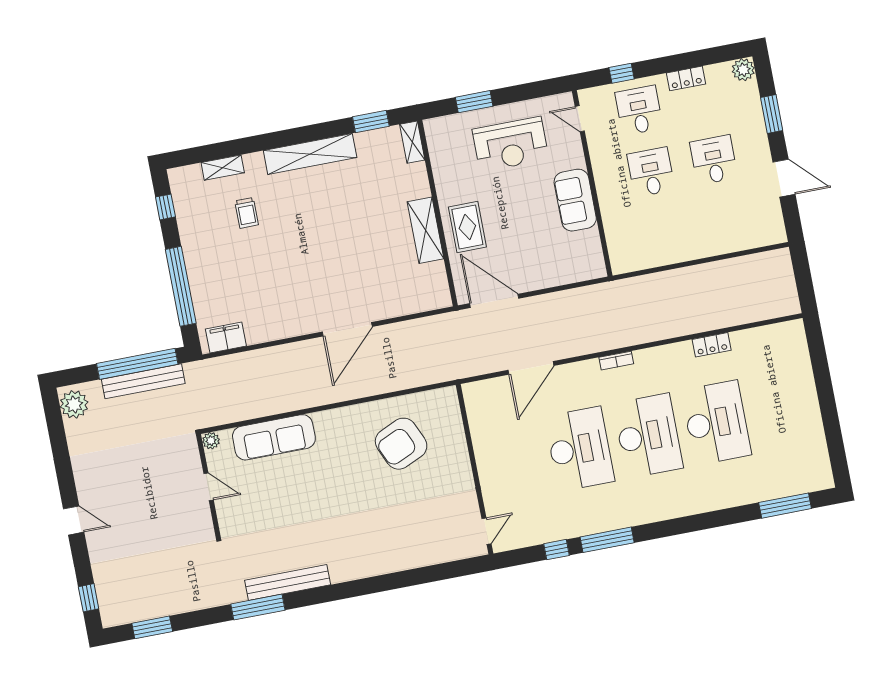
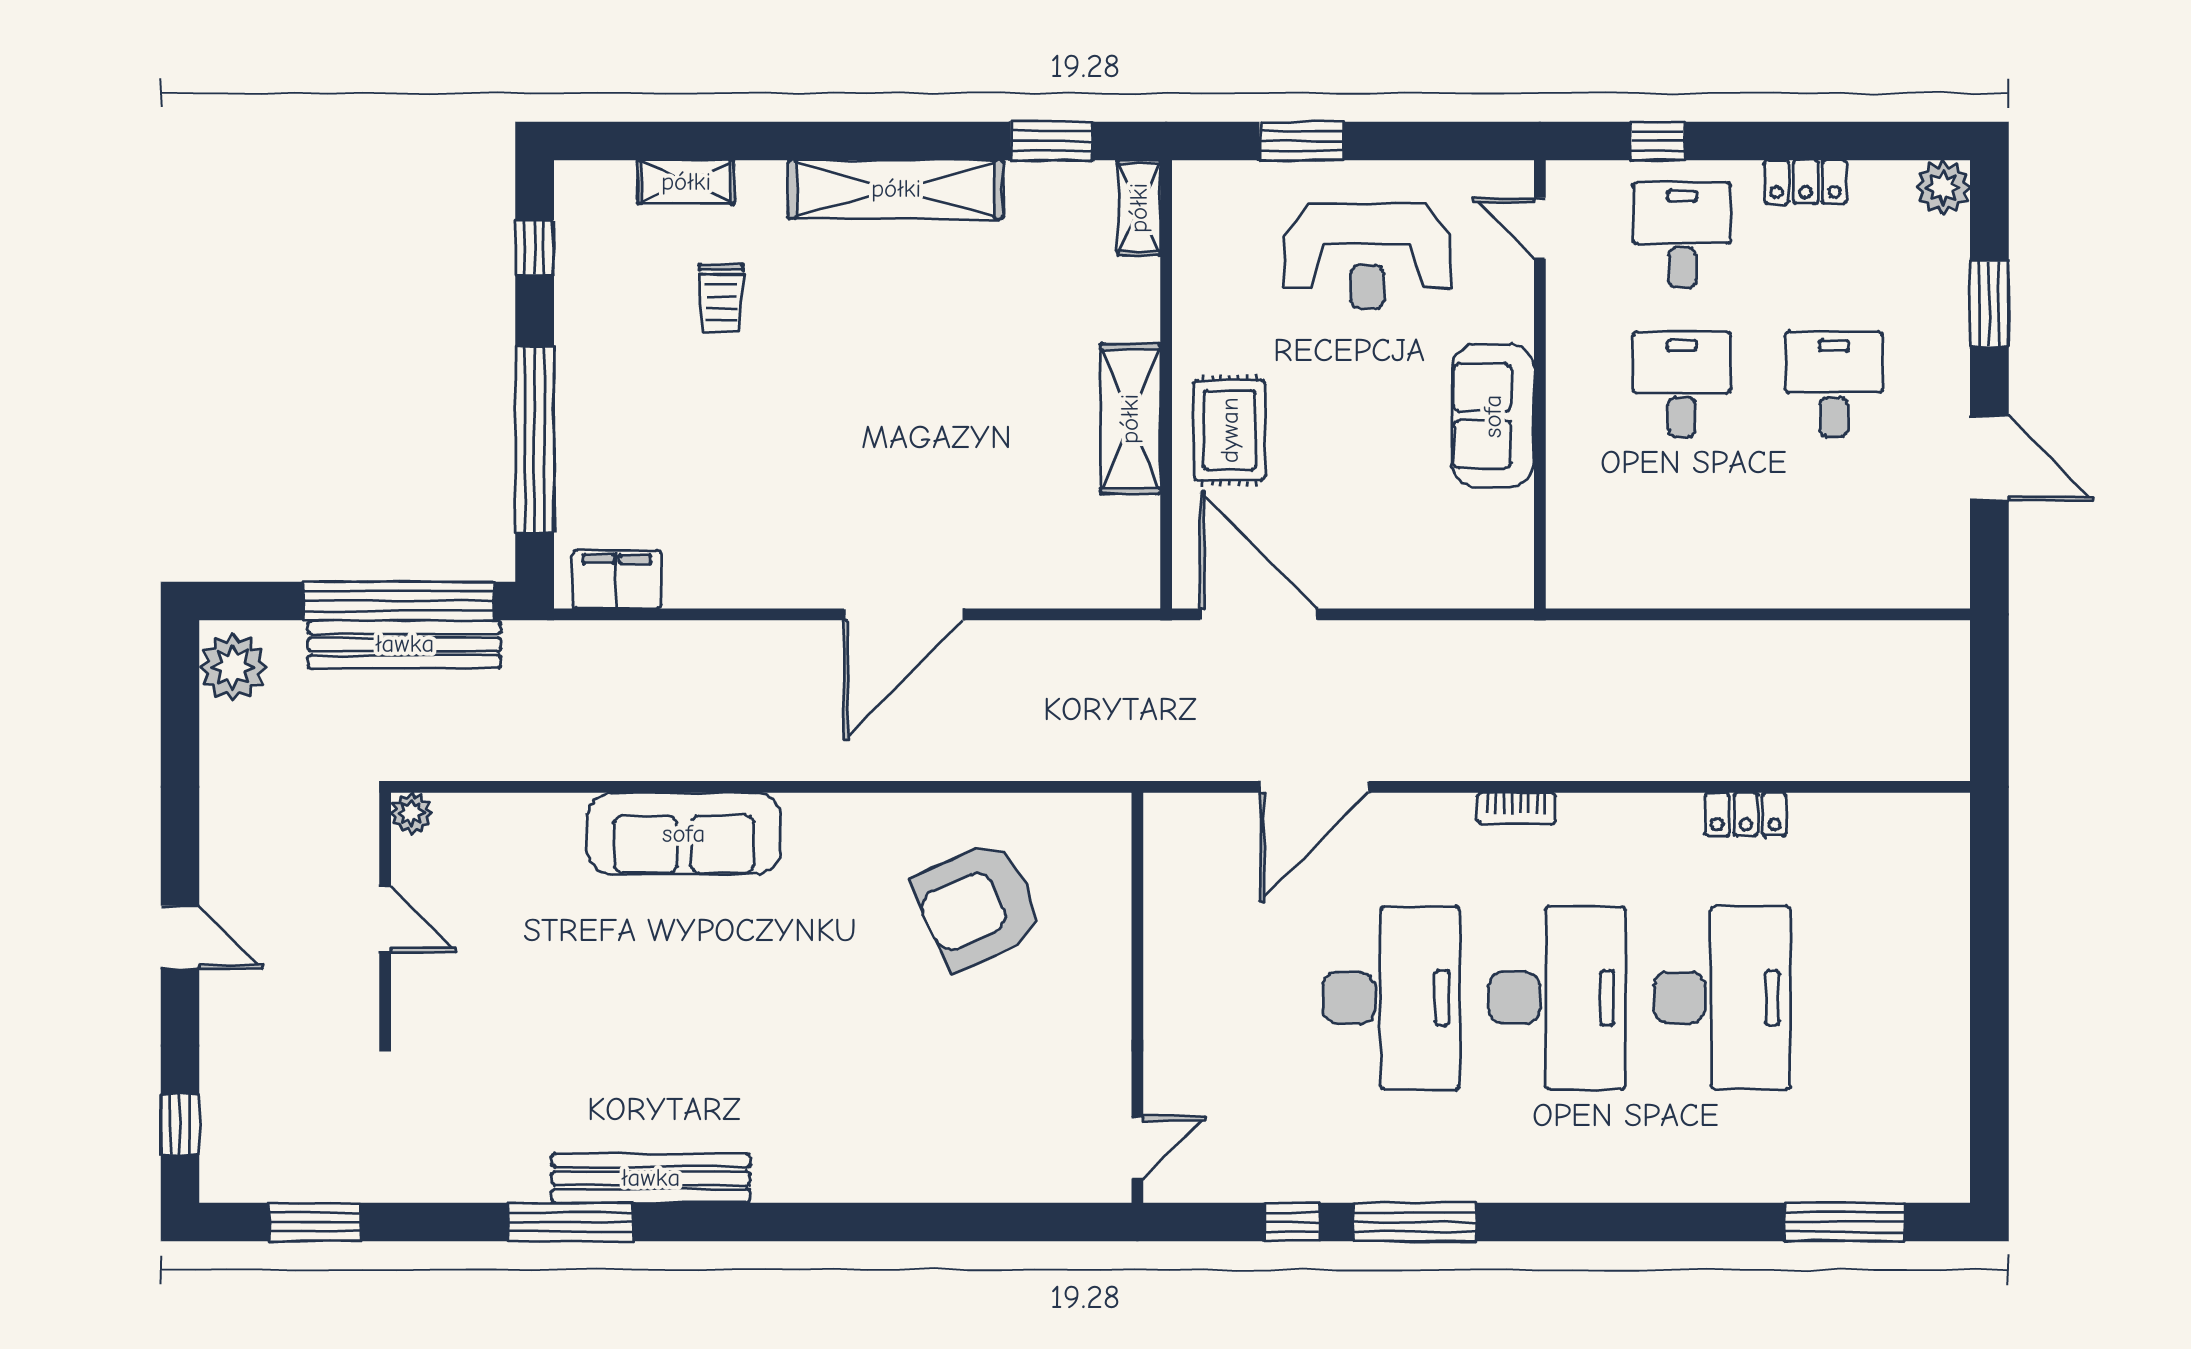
plant: (211, 441) -> (411, 813), moved
wall: (208, 485) -> (385, 916), moved
door: (209, 487) -> (385, 919), moved

